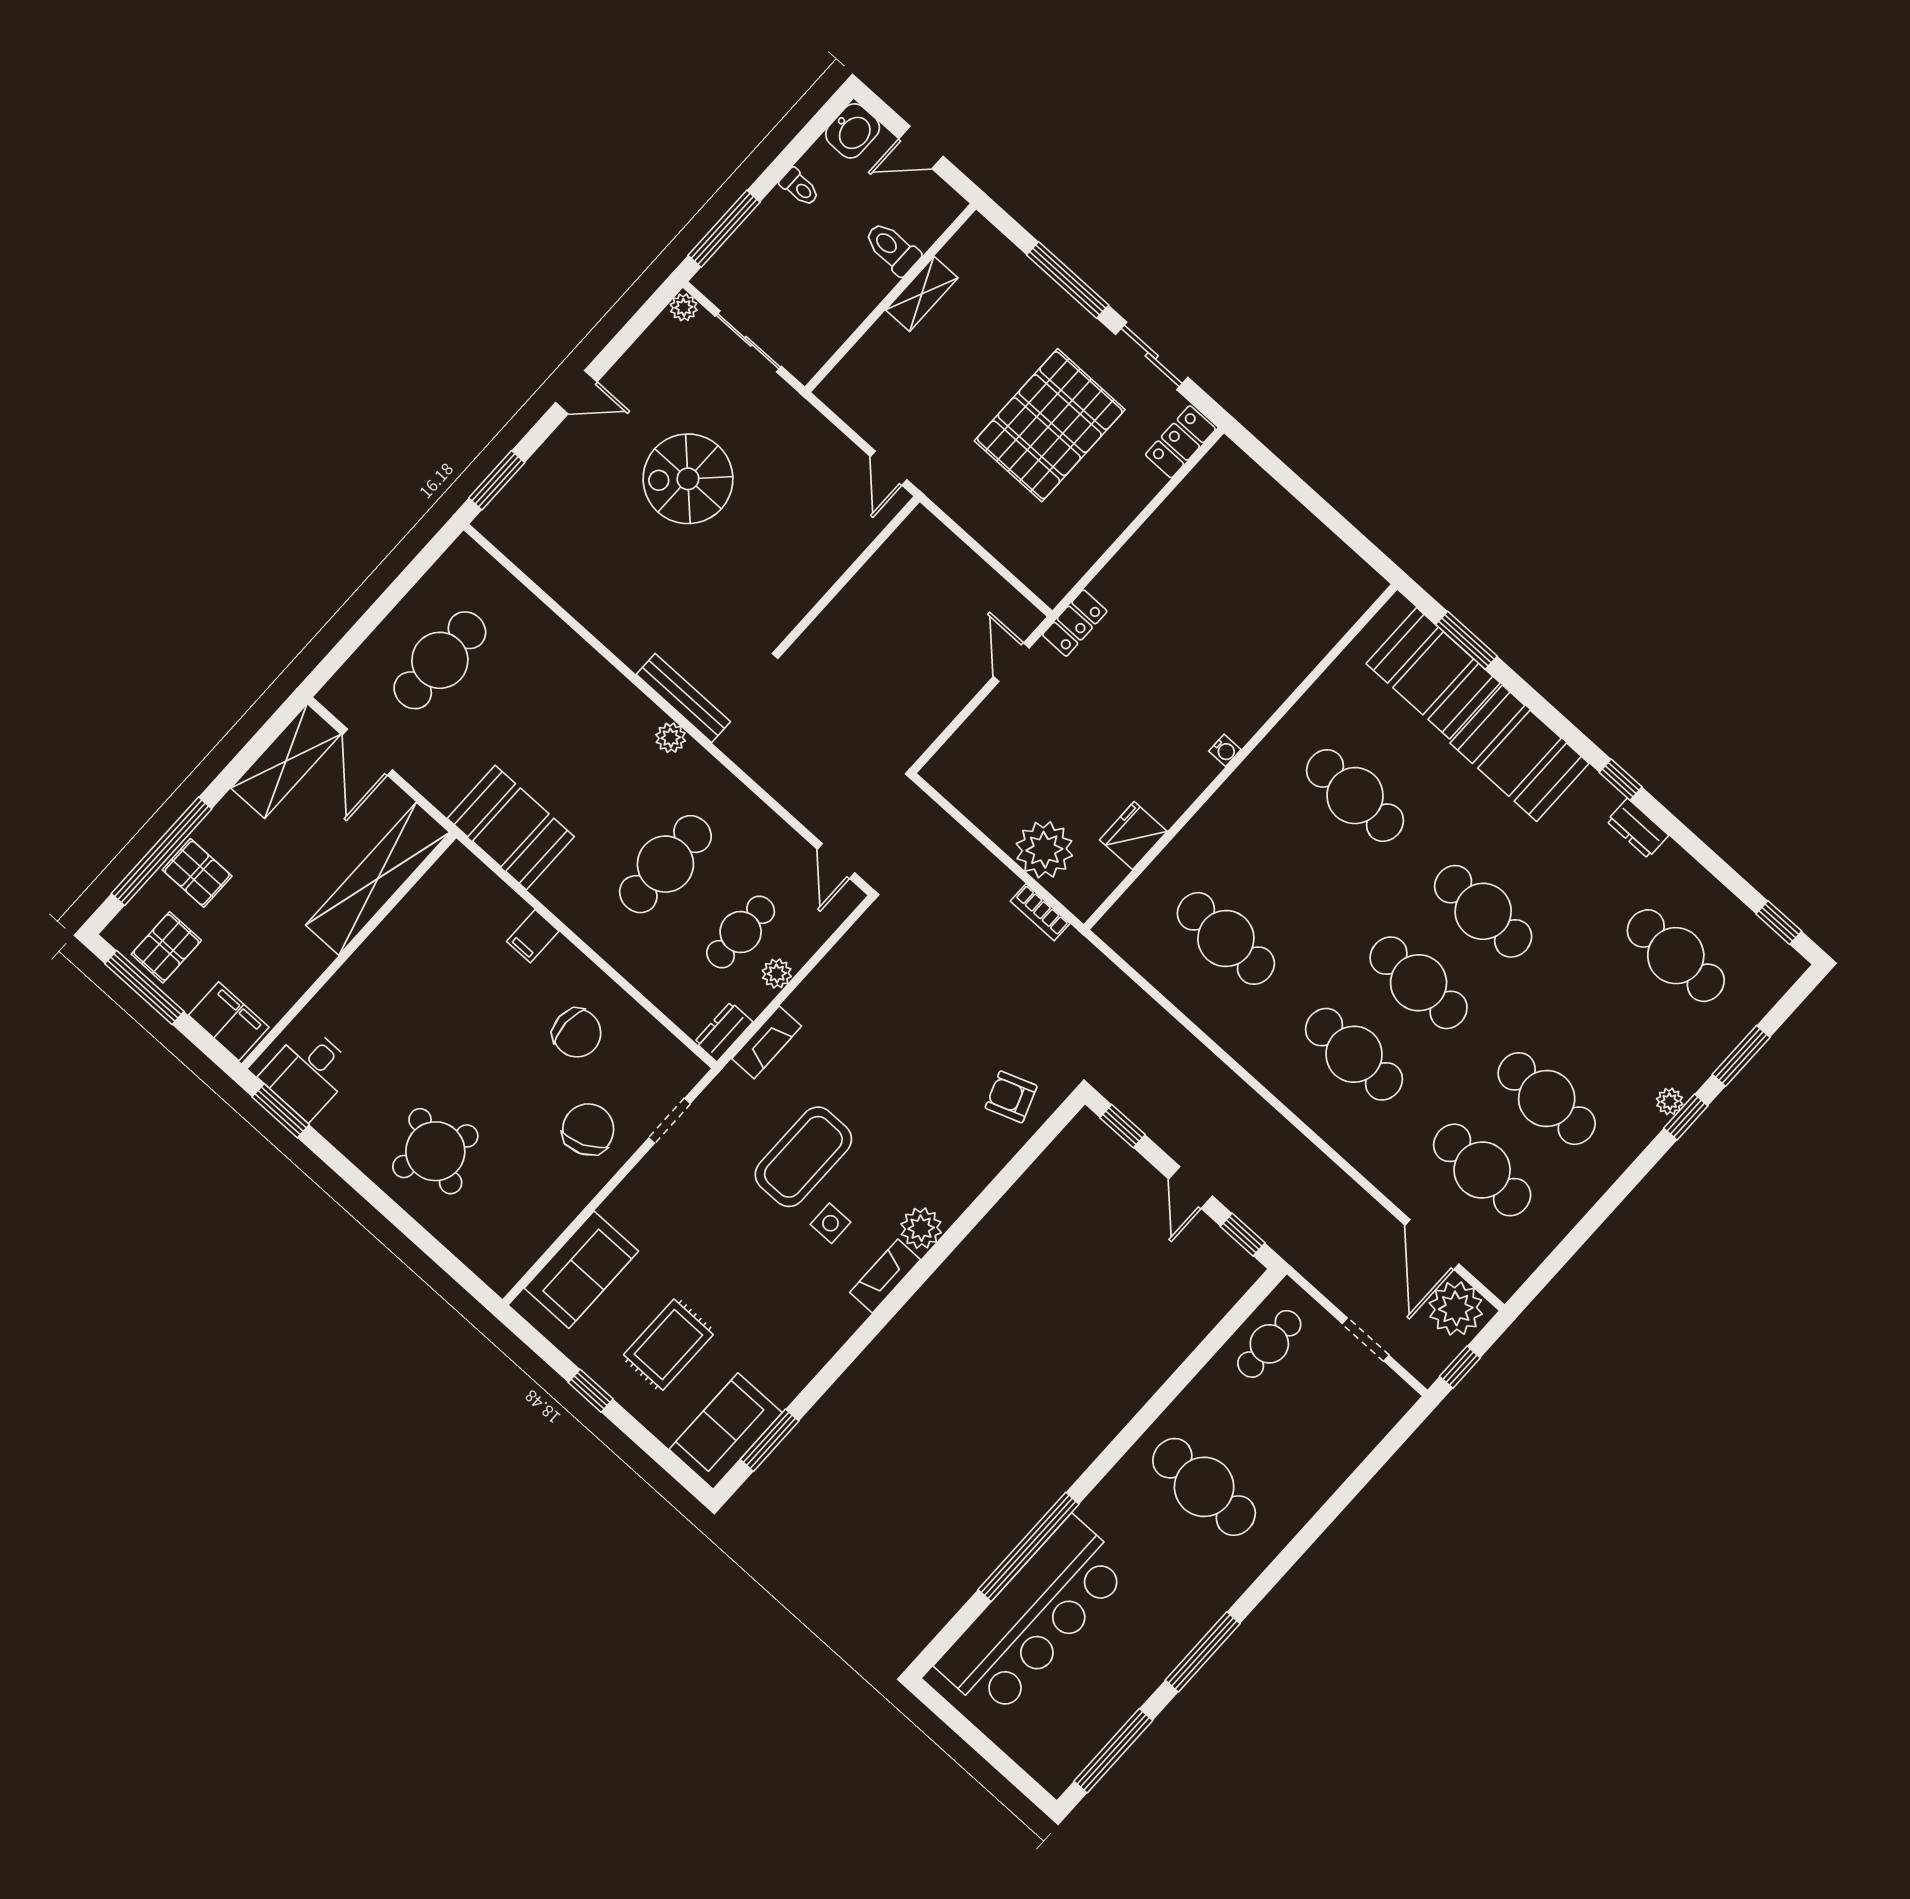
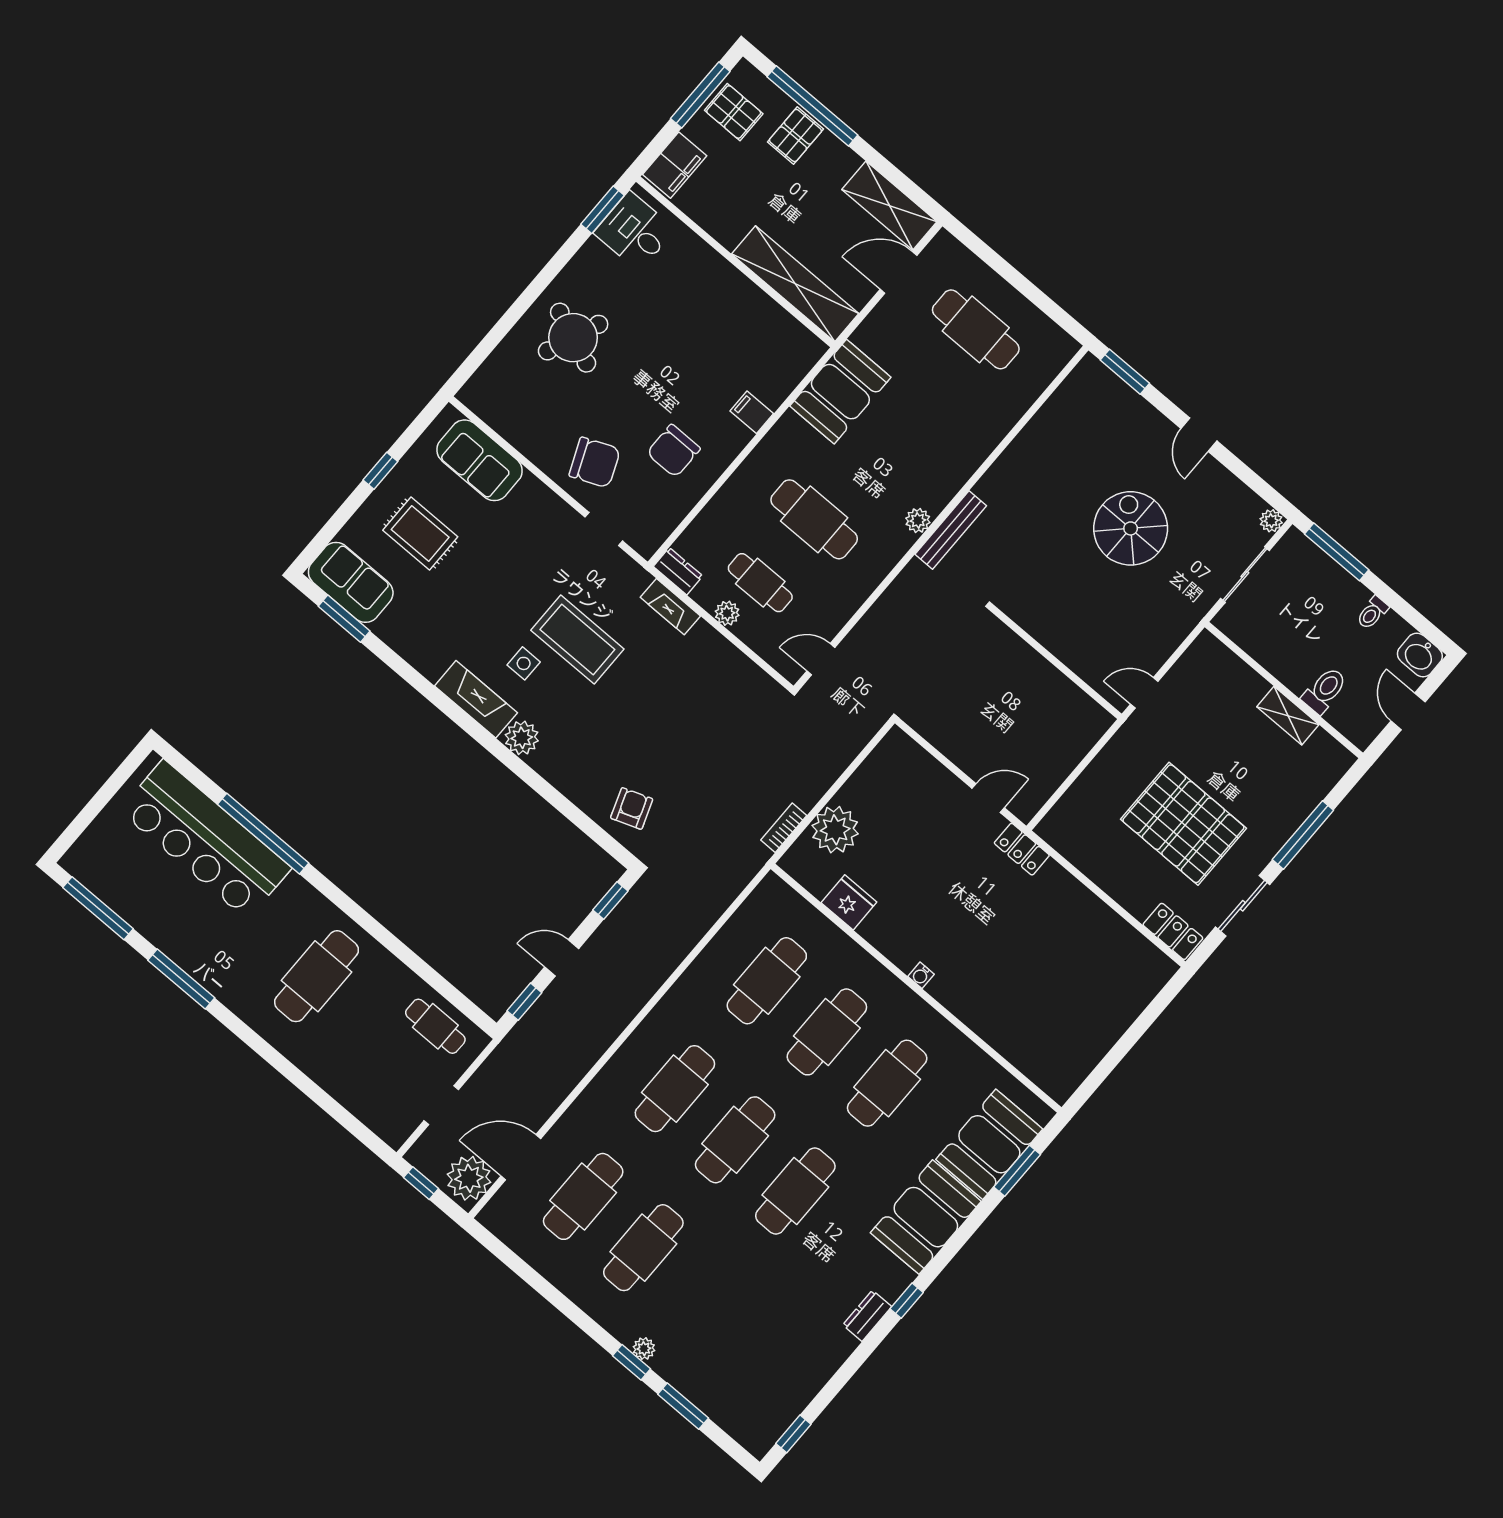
cafe table: (1676, 956) -> (827, 1032), moved
fireplace: (885, 1276) -> (476, 699), width x1.37, depth x1.32

